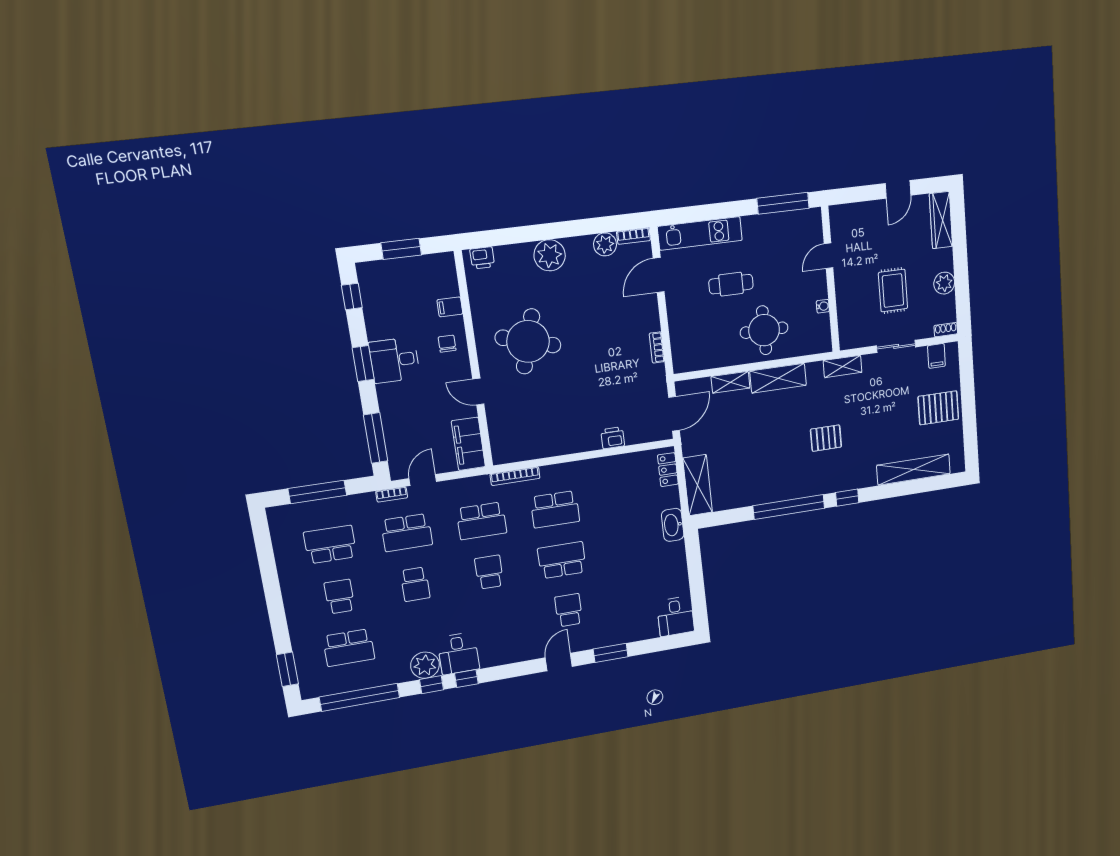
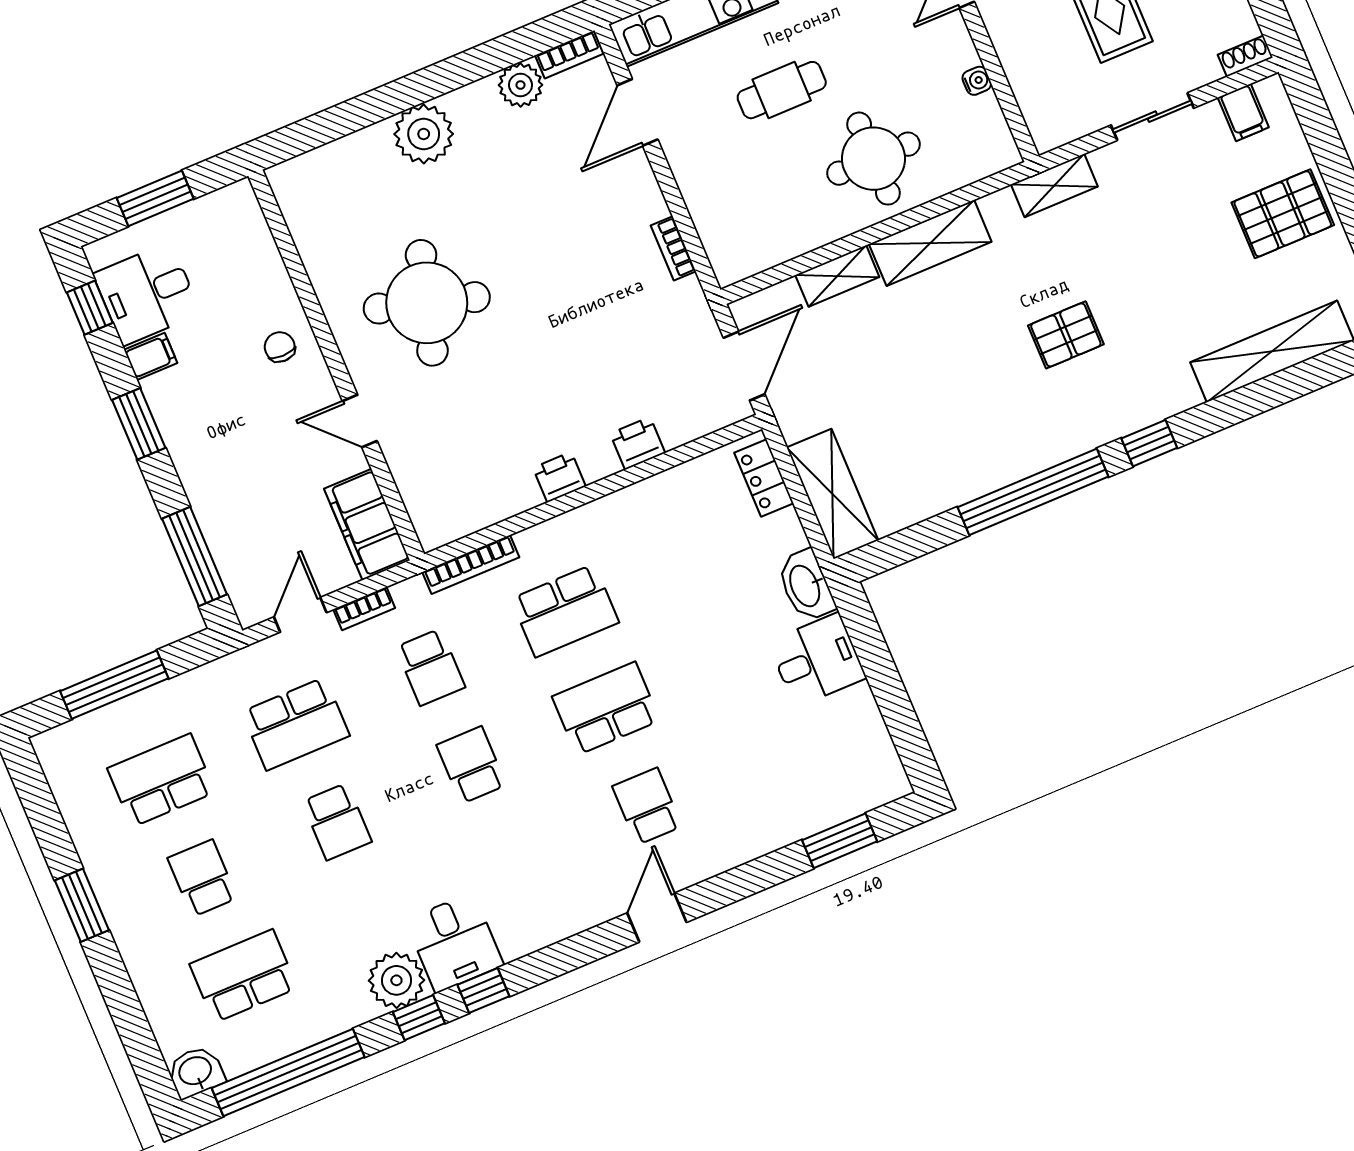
printer: (482, 258) -> (559, 477), moved, turned 180
filing cabinet: (450, 307) -> (151, 356), moved, turned 180
desk: (394, 360) -> (147, 294), moved
bookcase: (392, 494) -> (364, 609), moved
school desk: (482, 521) -> (430, 667), width x0.54
desk: (676, 616) -> (817, 660), moved, turned -90
school desk: (349, 648) -> (244, 976), turned 180
window: (611, 653) -> (840, 841), moved
window: (287, 669) -> (82, 905), moved
washbasin: (313, 688) -> (196, 1072), added

